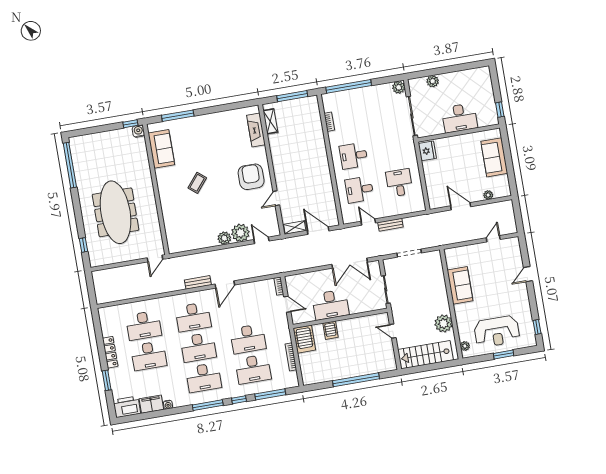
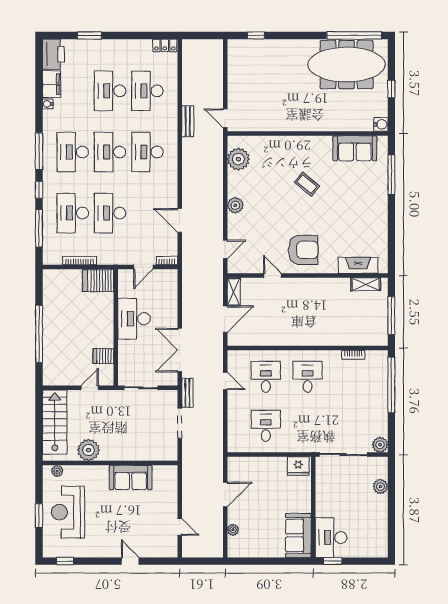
desk: (460, 118) -> (331, 538), moved
window: (130, 124) -> (391, 89), moved
sofa: (494, 157) -> (298, 535), moved, turned -90
desk: (399, 183) -> (266, 426), turned -90
meeting table: (116, 212) -> (347, 65), moved
door: (368, 222) -> (225, 381), hinge flipped
bench: (390, 225) -> (187, 393), moved
plant: (240, 233) -> (238, 159), moved
bench: (198, 282) -> (188, 121), moved
door: (225, 285) -> (180, 220), moved
server rack: (330, 330) -> (103, 356), moved
locker: (110, 352) -> (165, 45), moved, width x0.66

